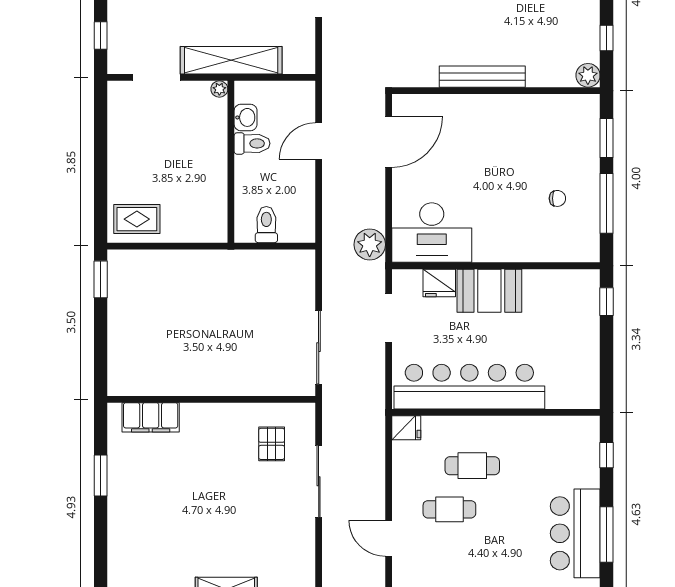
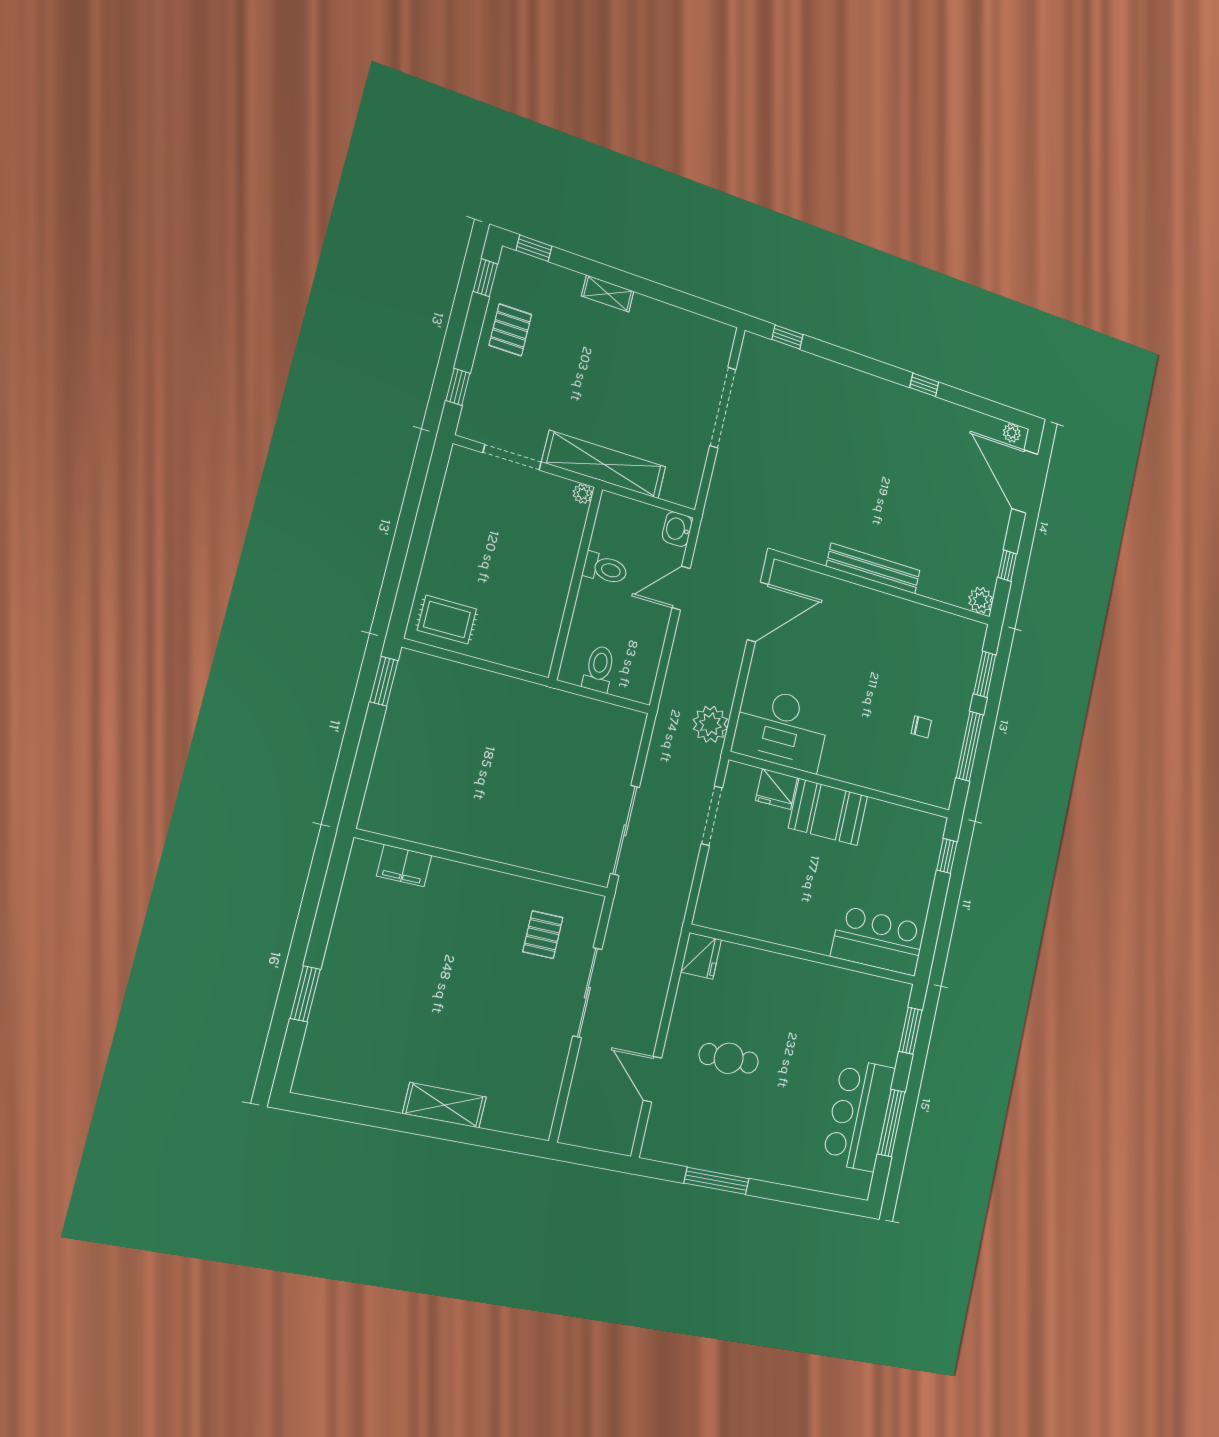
washbasin: (246, 117) -> (677, 529), moved, turned 180
bar counter: (469, 387) -> (878, 941), moved, width x0.54
filing cabinet: (151, 417) -> (404, 866), width x0.67, depth x0.86
fridge: (406, 428) -> (701, 956), width x1.38
window: (606, 455) -> (911, 1031), width x1.50
cafe table: (472, 466) -> (765, 1012), removed
window: (101, 475) -> (305, 994), moved

